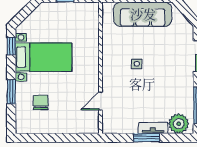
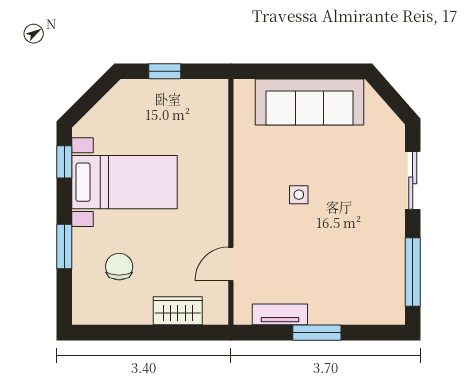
plant: (179, 124) -> (377, 306), removed
wardrobe: (72, 126) -> (178, 311), added
tv unit: (153, 128) -> (280, 314), moved

